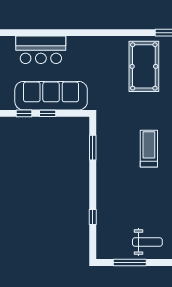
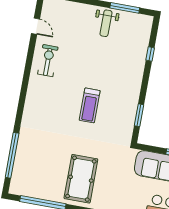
weight bench: (147, 242) -> (106, 23), turned -90

